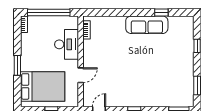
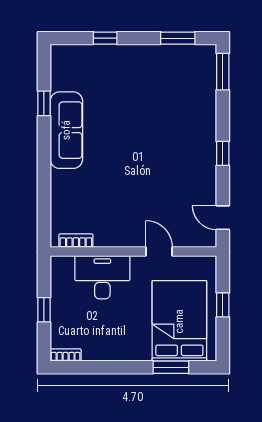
window: (49, 12) -> (44, 310), width x0.32
window: (17, 65) -> (171, 367), moved

